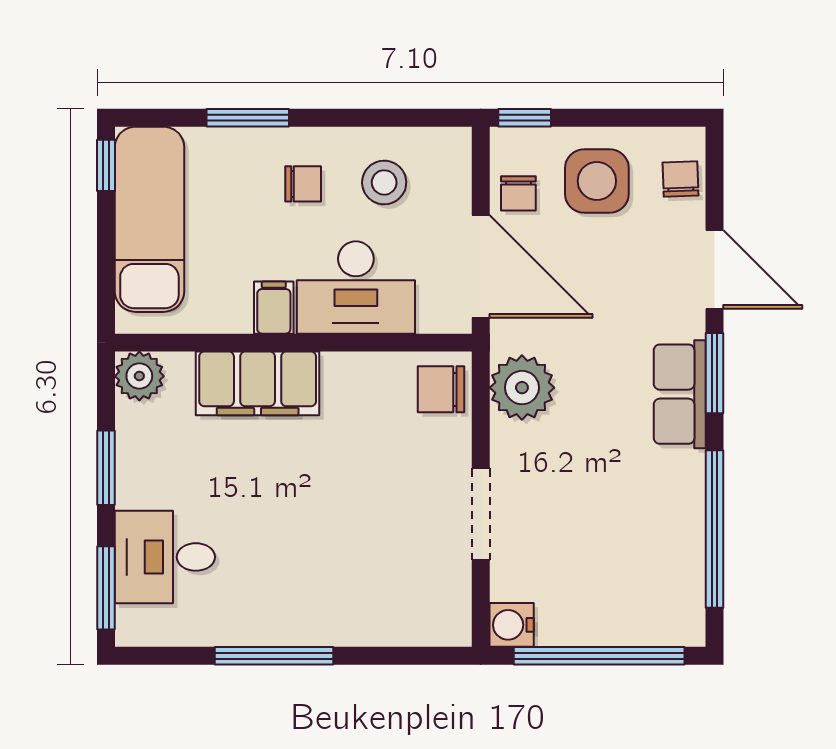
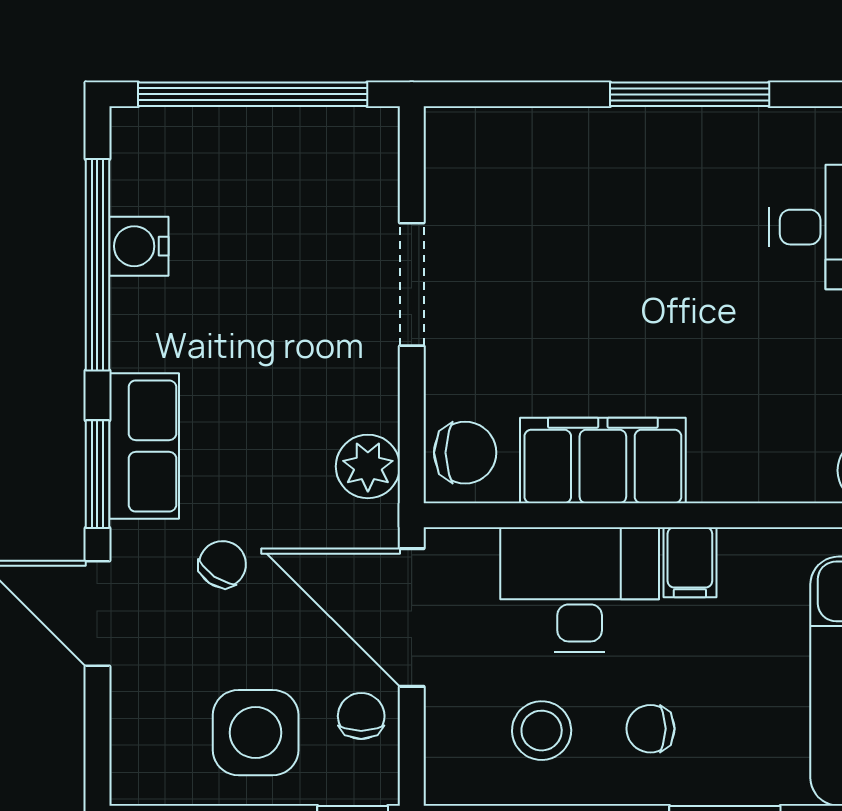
chair: (681, 179) -> (223, 564), moved, turned -144
filing cabinet: (258, 383) -> (603, 460), moved
plant: (522, 388) -> (368, 466), width x0.73, depth x0.73
water cooler: (512, 625) -> (139, 246), moved, turned 180

